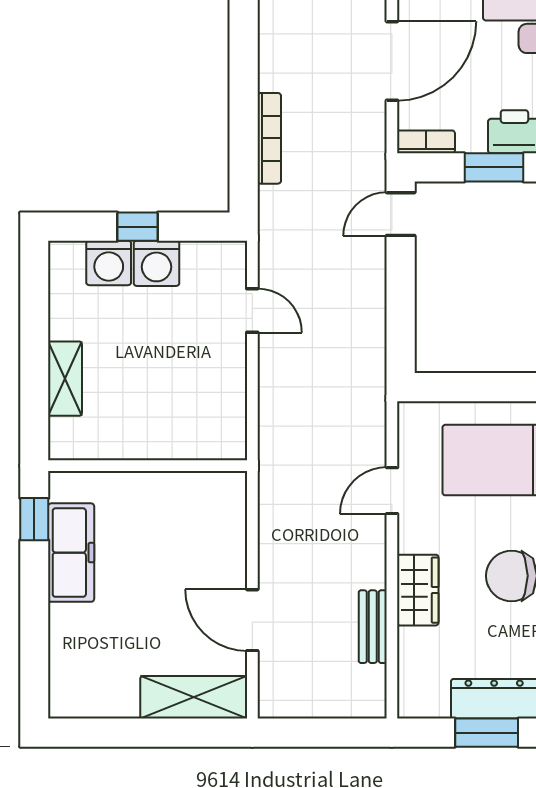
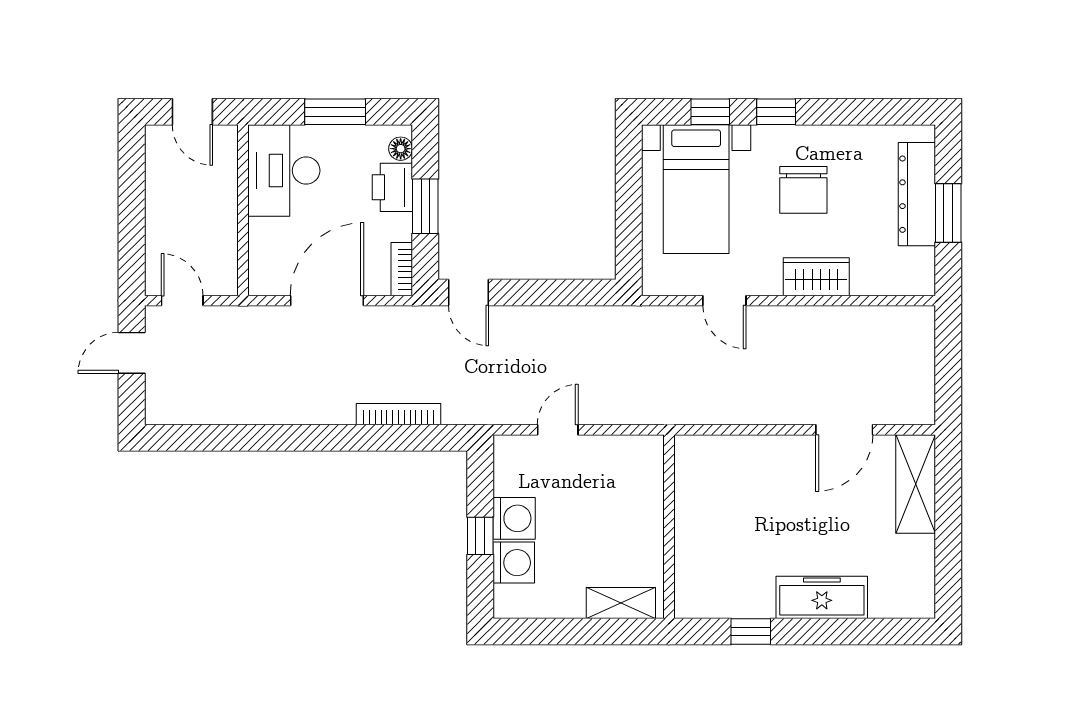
door: (392, 61) -> (327, 301), hinge flipped
wall: (148, 466) -> (669, 527), moved
freezer: (71, 553) -> (822, 597), moved
bench: (373, 627) -> (850, 318), removed

